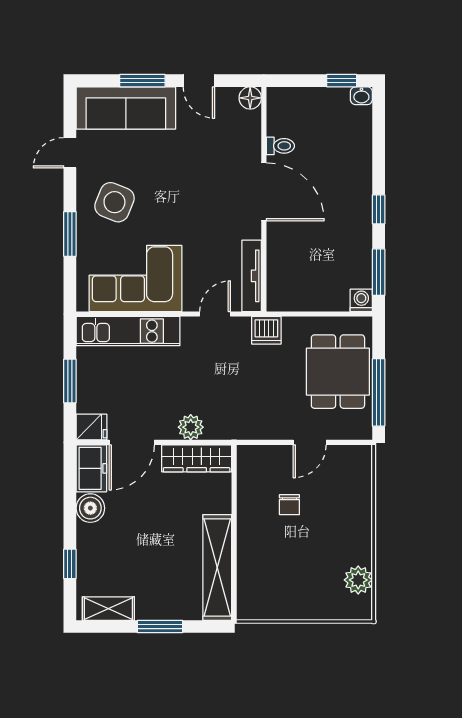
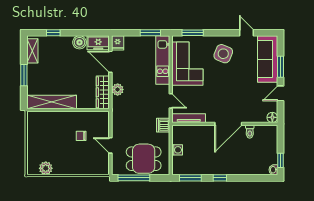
window: (70, 234) -> (193, 33), moved
washing machine: (361, 300) -> (177, 150), moved
window: (70, 381) -> (150, 33), moved

